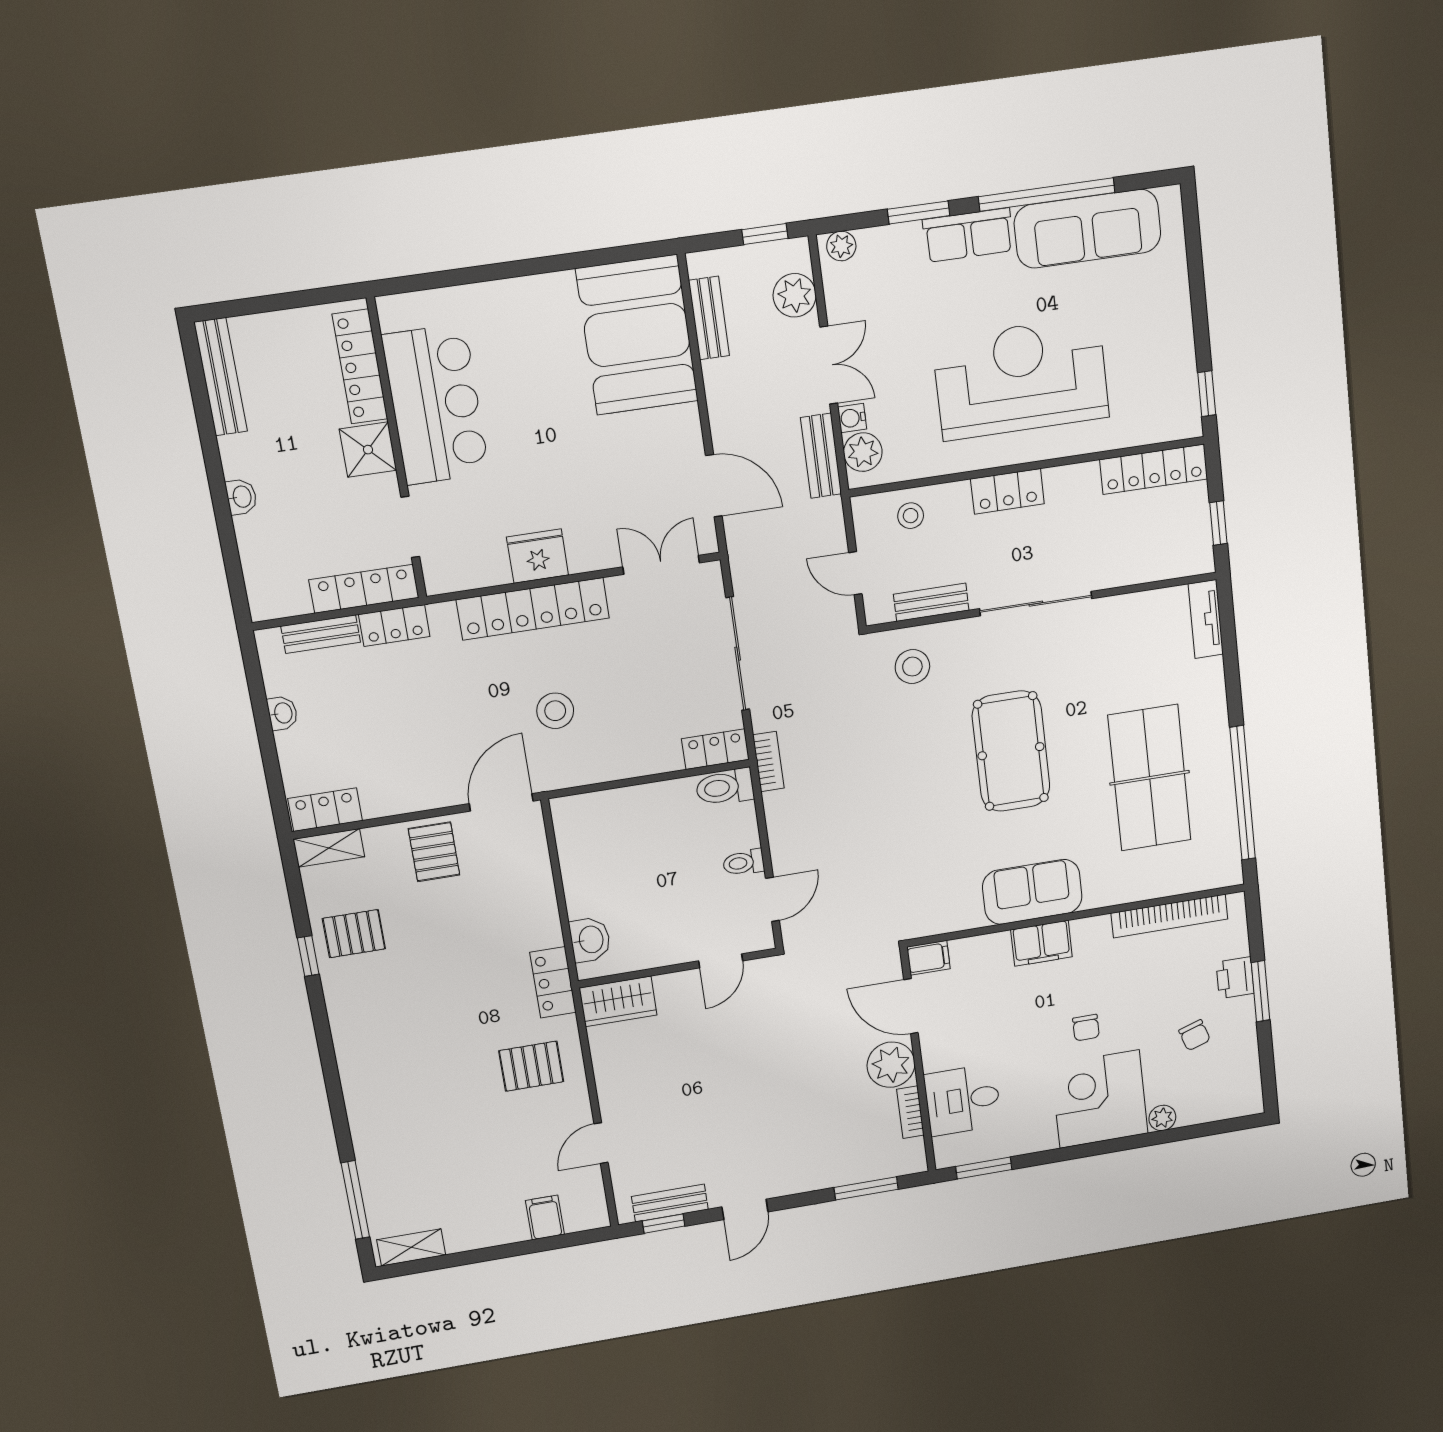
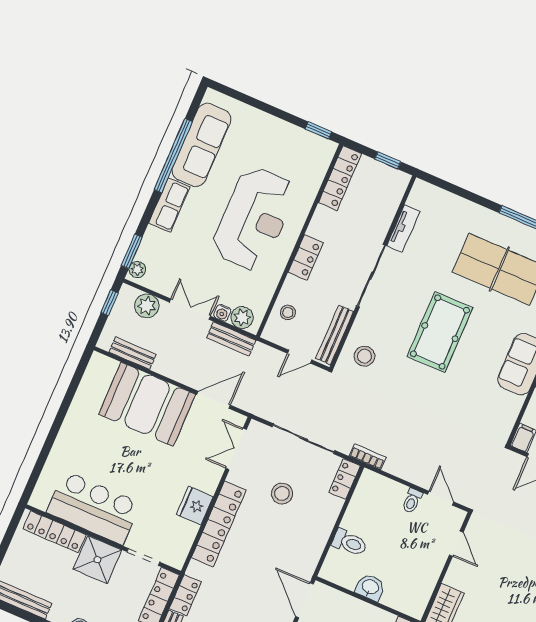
window: (919, 212) -> (132, 251), moved
booth: (637, 335) -> (147, 404), moved
reception desk: (1021, 378) -> (254, 219), turned 180
shower: (368, 450) -> (97, 560), width x1.36, depth x1.36
bench: (931, 602) -> (335, 335), width x1.36
tv unit: (1206, 619) -> (403, 228), moved, turned -90
stool: (555, 711) -> (282, 494), moved
pool table: (1011, 751) -> (440, 332), turned 90
toilet: (725, 787) -> (349, 543), moved, turned -90
washbasin: (590, 940) -> (370, 587), moved

